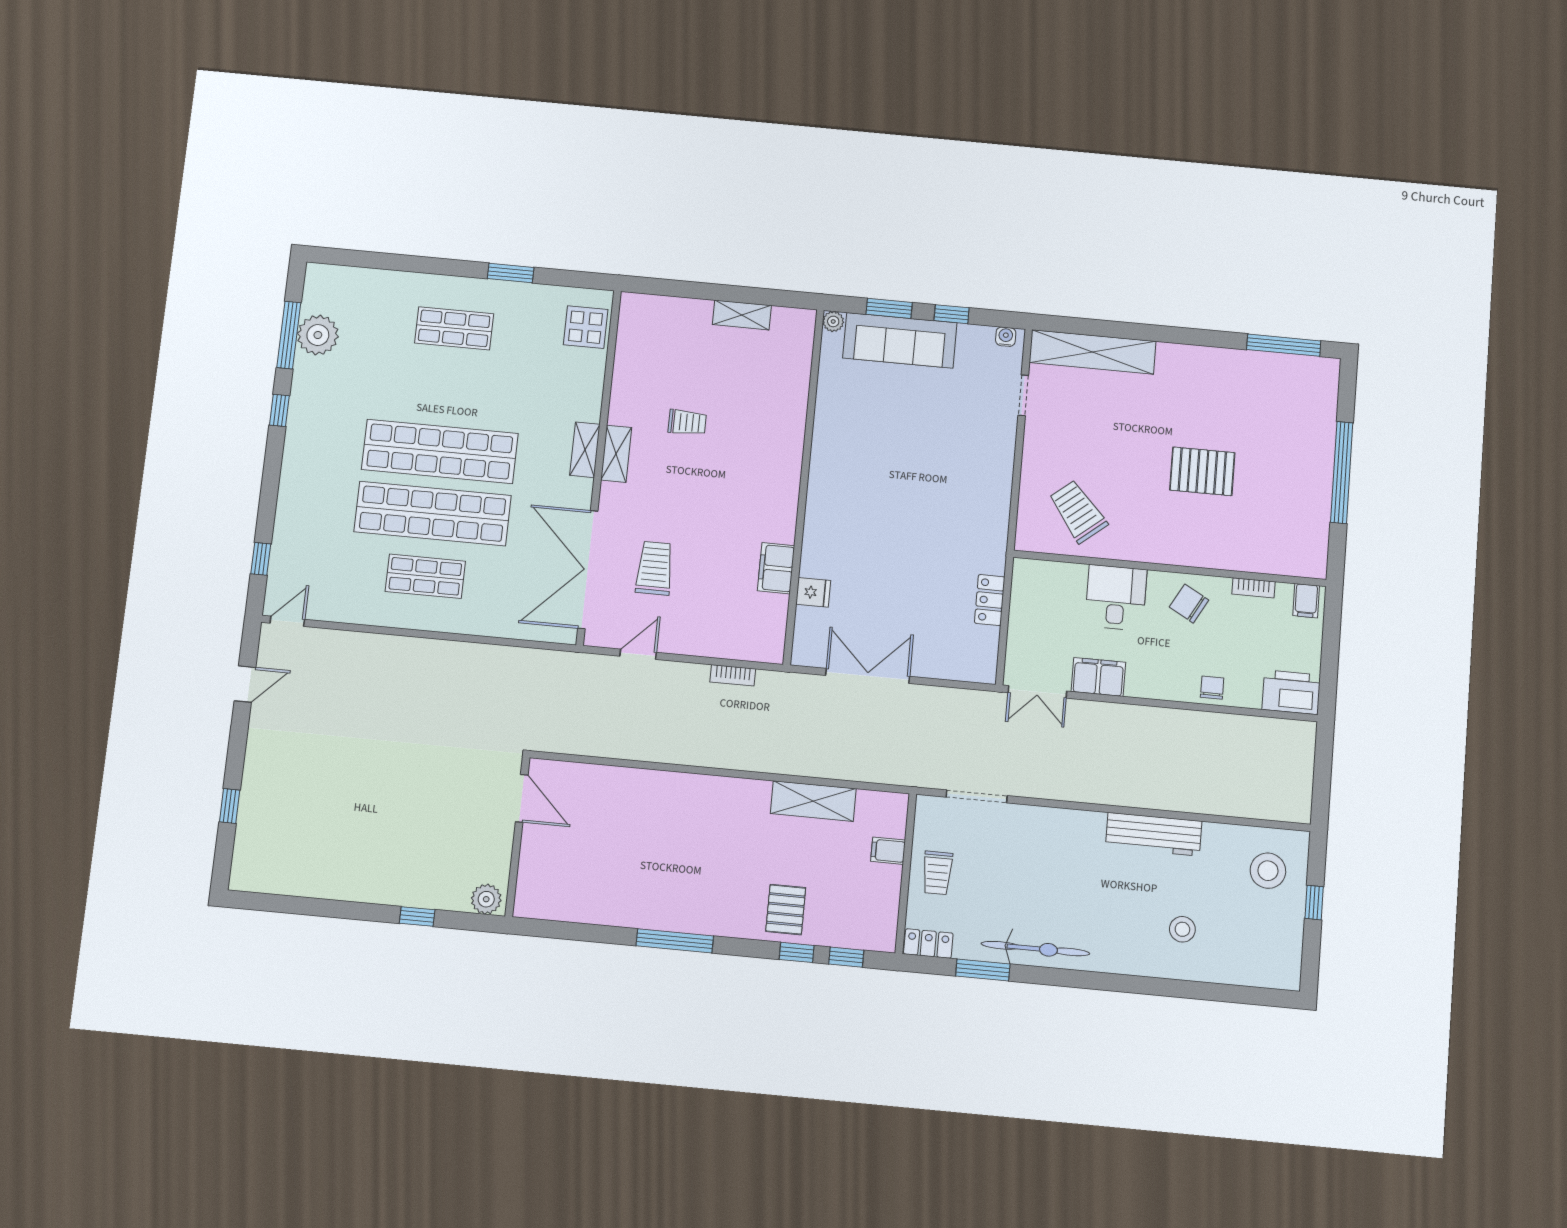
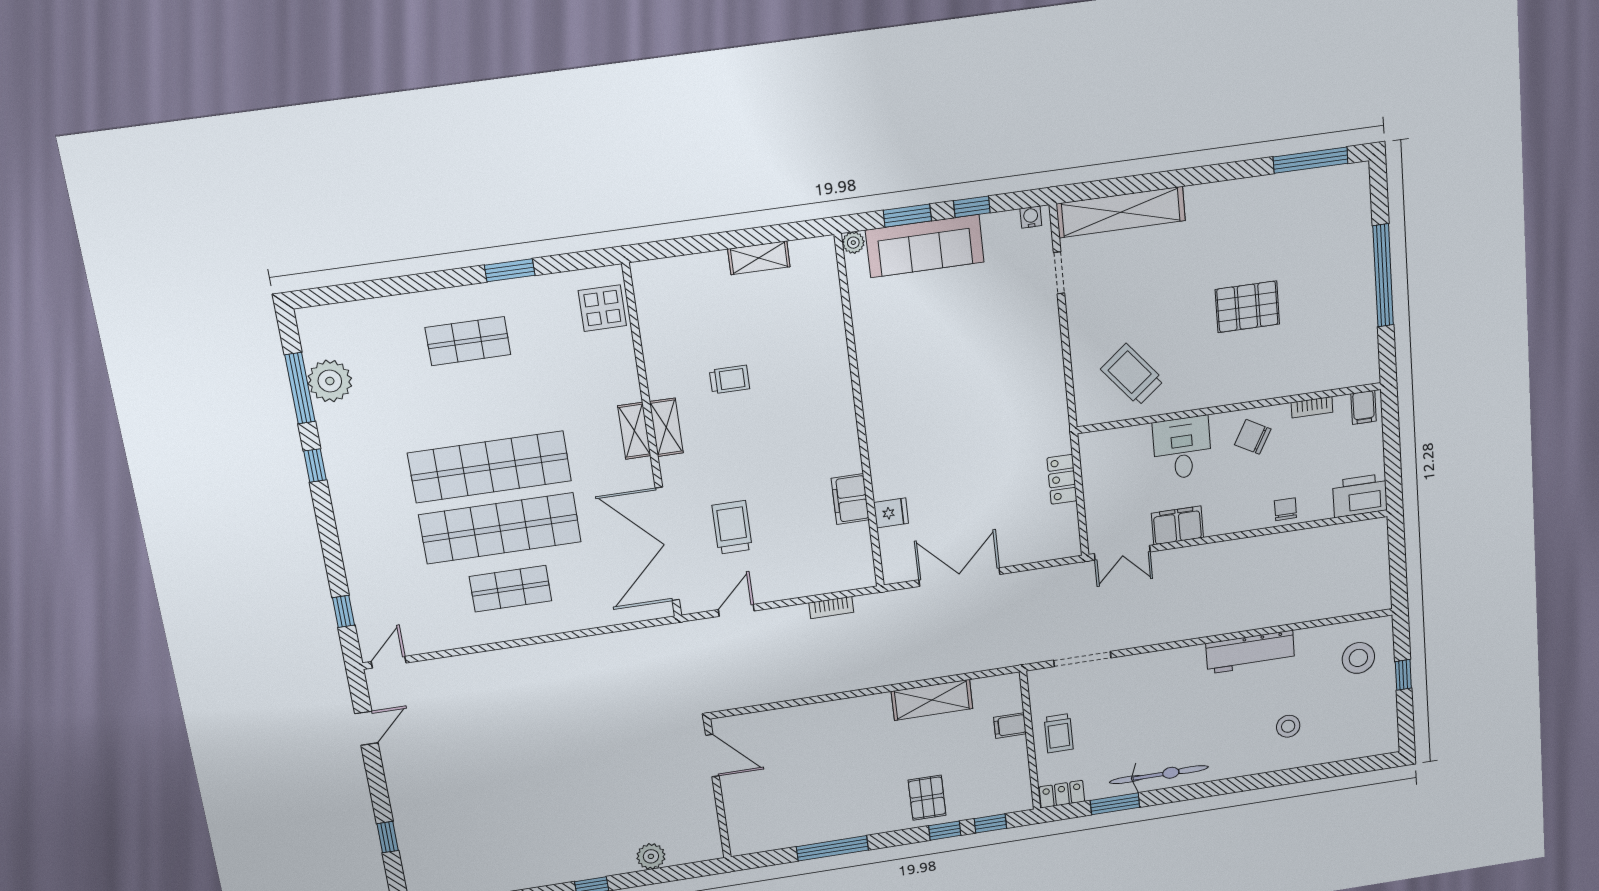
door: (522, 798) -> (712, 756), moved
wall: (517, 837) -> (717, 789), moved

